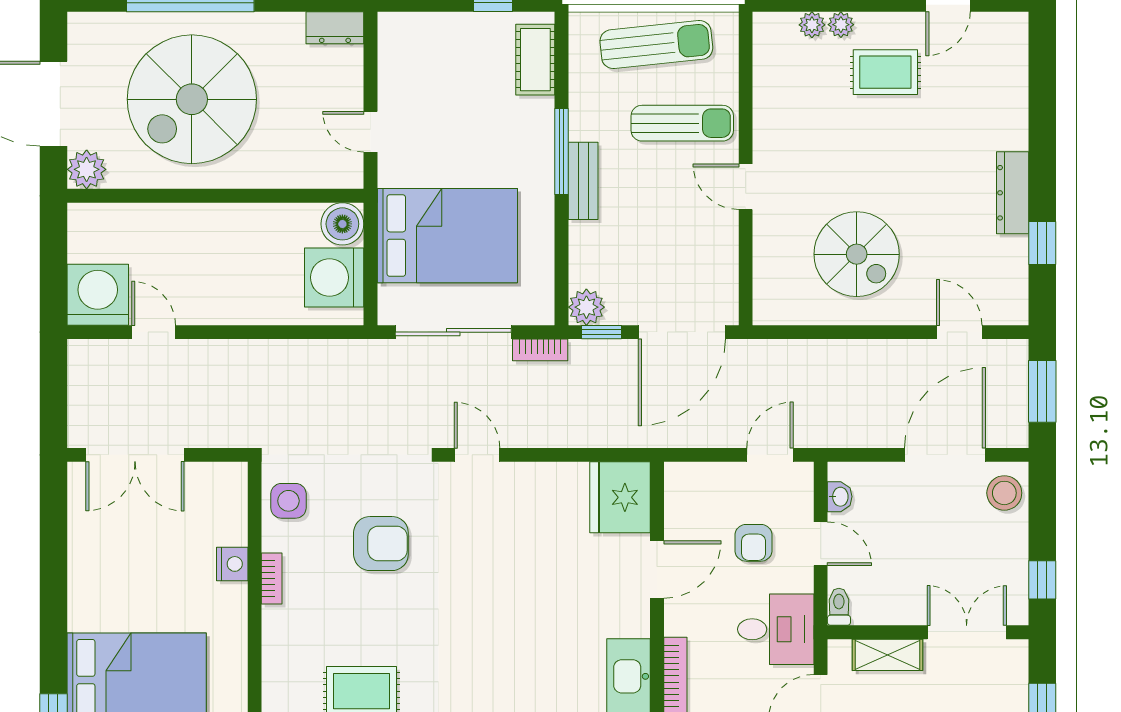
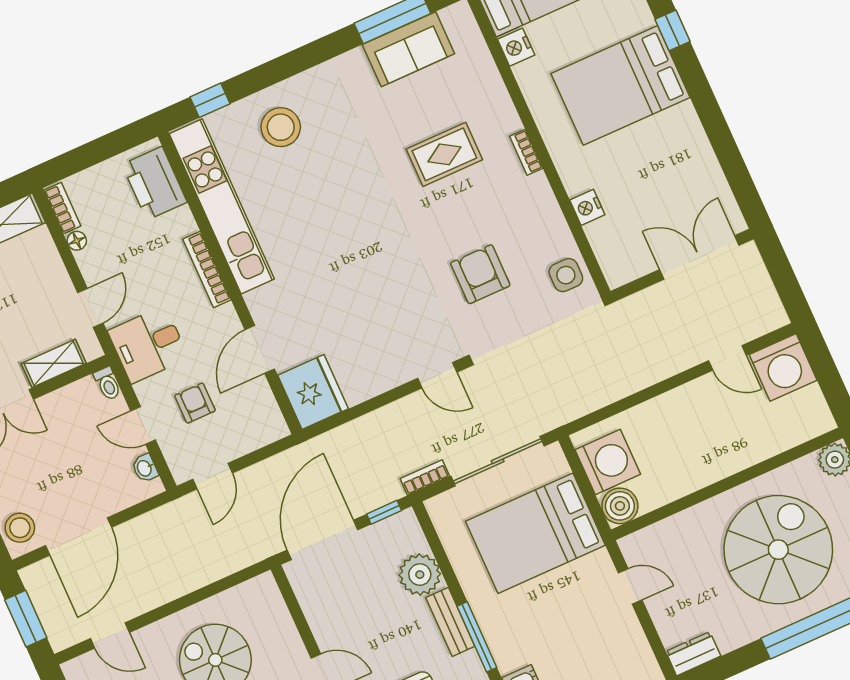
plant: (586, 307) -> (420, 575), moved, width x1.36, depth x1.36
armchair: (381, 544) -> (480, 274), turned 90
bookcase: (272, 578) -> (526, 152), moved

